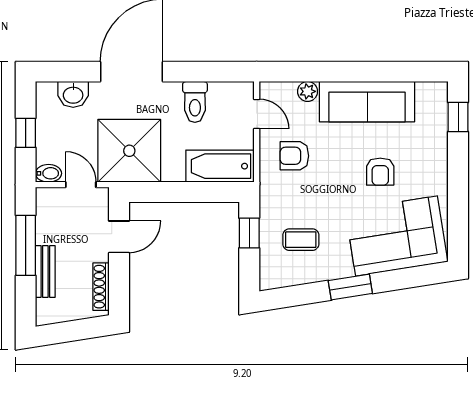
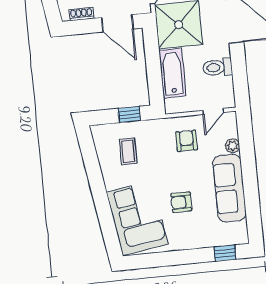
bathtub: (220, 166) -> (172, 73), moved
door: (119, 237) -> (117, 23), width x1.38
shoe rack: (101, 287) -> (81, 14), width x0.70
window: (350, 287) -> (98, 189), removed

